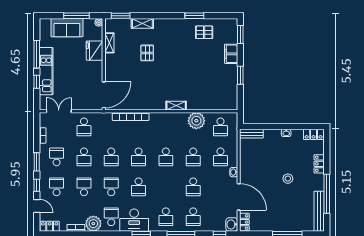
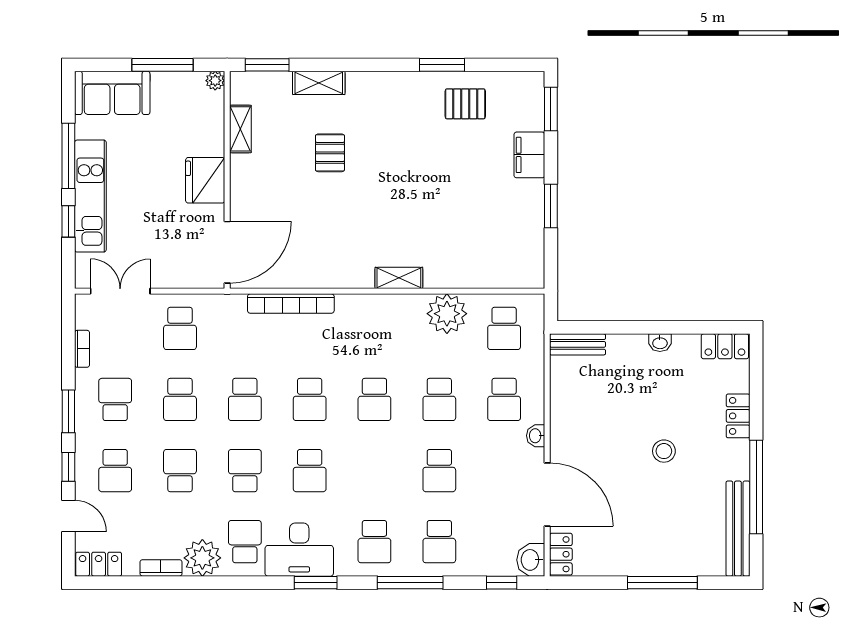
sofa: (67, 28) -> (112, 93), moved
fridge: (95, 51) -> (205, 180), moved
school desk: (57, 187) -> (115, 471), turned 180

